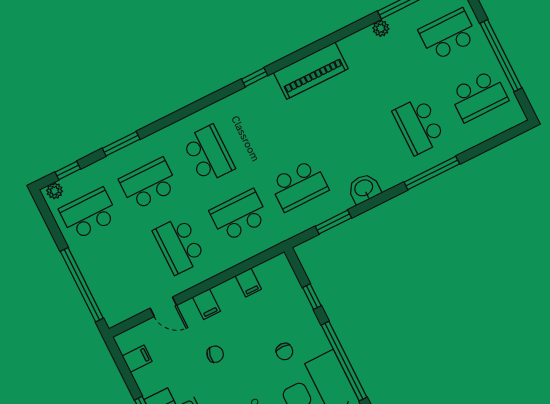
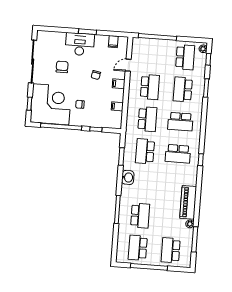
school desk: (448, 35) -> (171, 250), turned 180
piano: (311, 71) -> (188, 202), moved
school desk: (268, 124) -> (178, 154), added
school desk: (419, 126) -> (140, 216), turned 90
school desk: (149, 184) -> (183, 89), turned 180
school desk: (179, 245) -> (150, 87), turned 90

